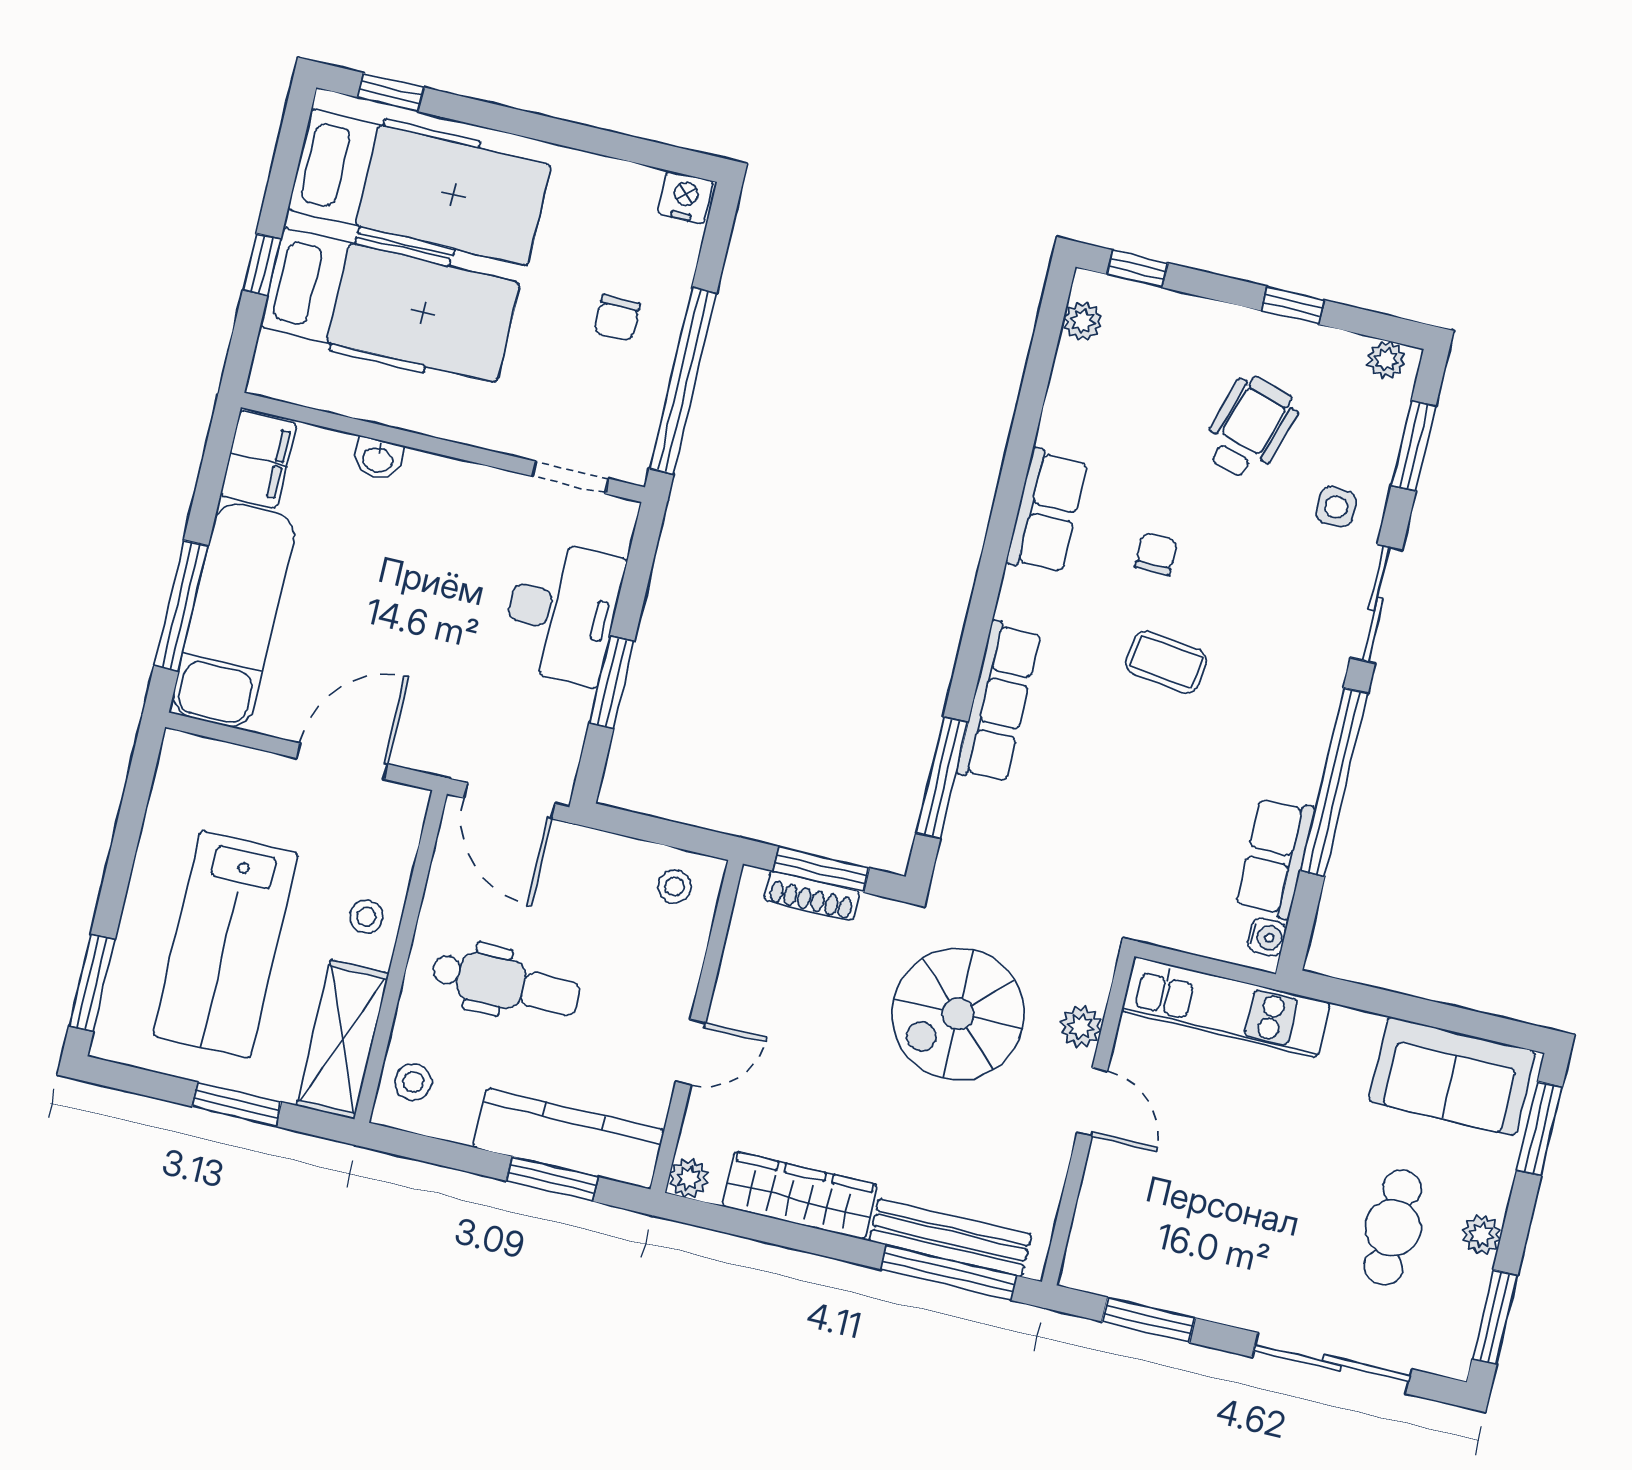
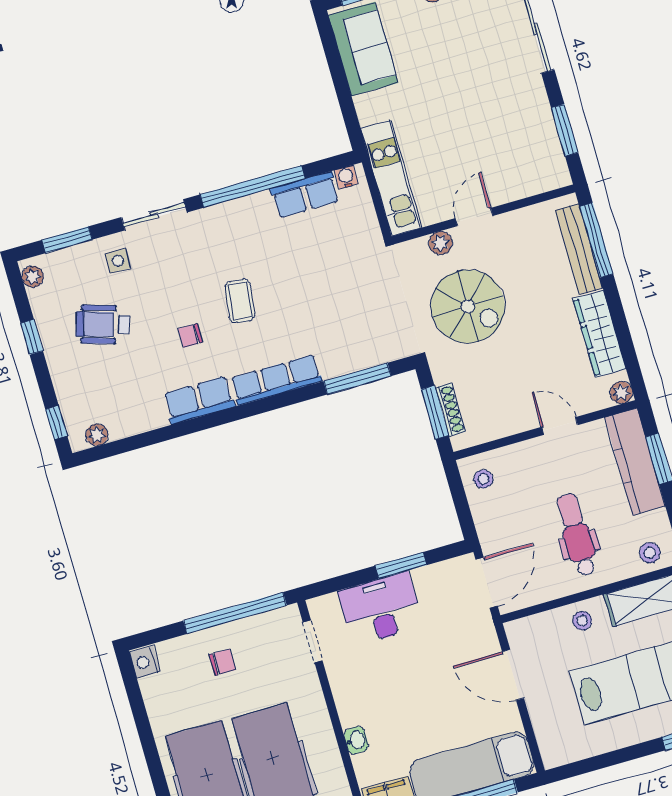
row of seats: (999, 702) -> (276, 380), moved
cafe table: (1393, 1228) -> (453, 36), removed

